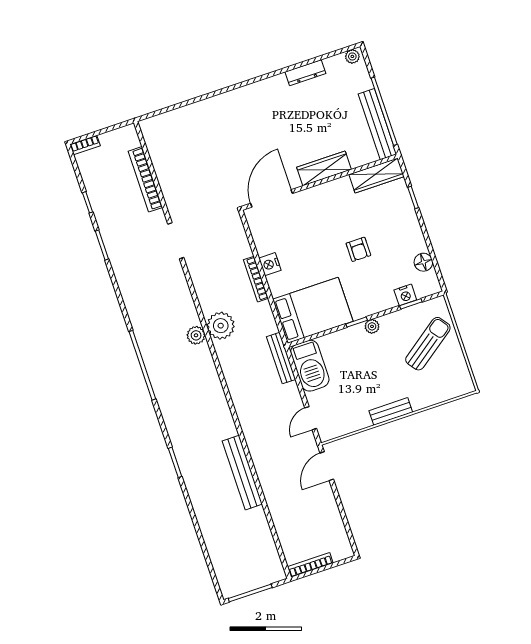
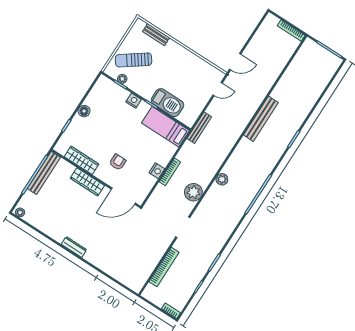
dresser: (305, 73) -> (74, 247), moved
wardrobe: (377, 175) -> (82, 160), moved
armchair: (358, 249) -> (118, 162), moved
floor lamp: (423, 262) -> (84, 111), moved
nightstand: (405, 295) -> (134, 101), moved
bed: (313, 310) -> (165, 127), width x0.67
plant: (221, 326) -> (193, 192), moved
plant: (372, 326) -> (122, 79), moved
barbecue: (310, 366) -> (167, 103), moved, turned 90
bench: (391, 411) -> (156, 35), moved
bench: (242, 473) -> (261, 119), moved

